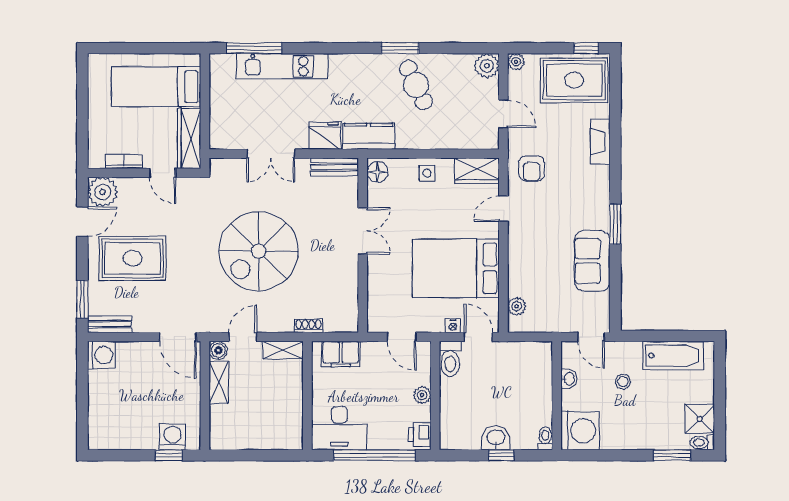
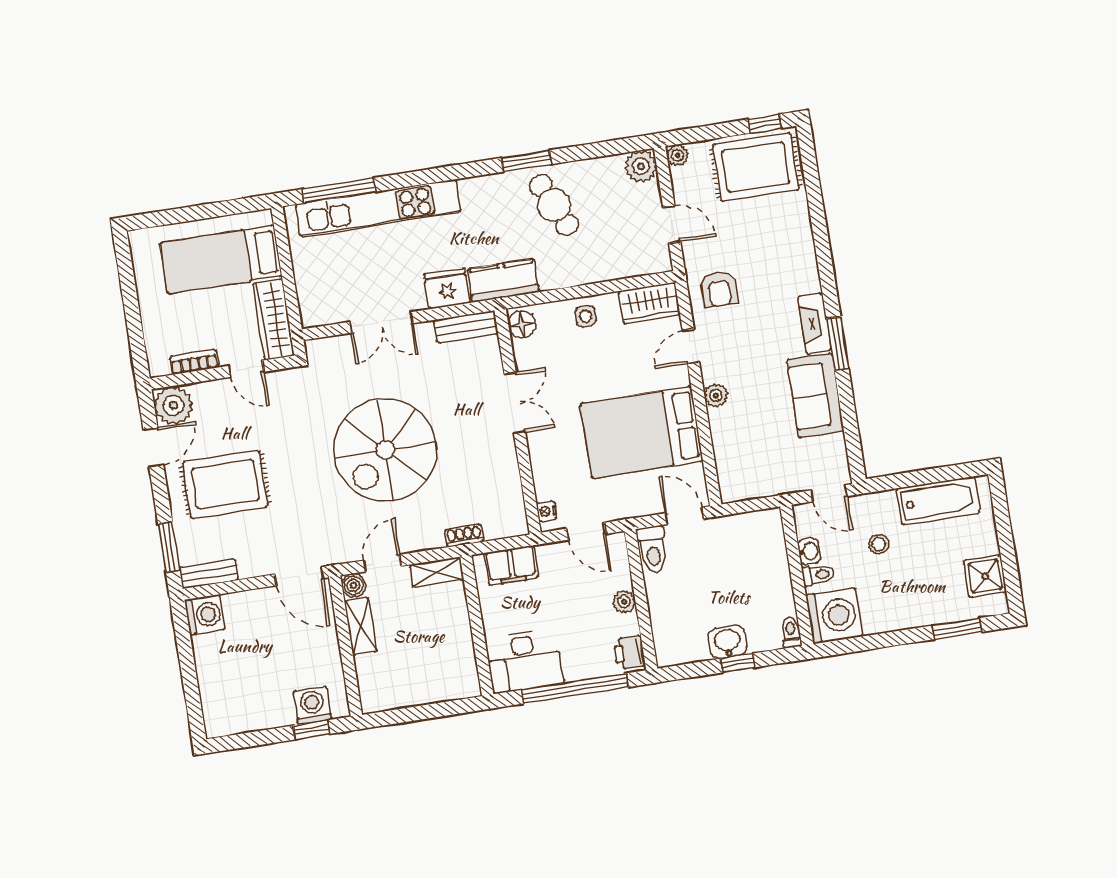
kitchen unit: (282, 66) -> (378, 208), width x1.36
fireplace: (600, 142) -> (815, 323), moved
plant: (517, 306) -> (716, 395), moved
nightstand: (453, 326) -> (547, 511), moved, turned 90
toilet: (702, 442) -> (818, 575), moved, turned 180

